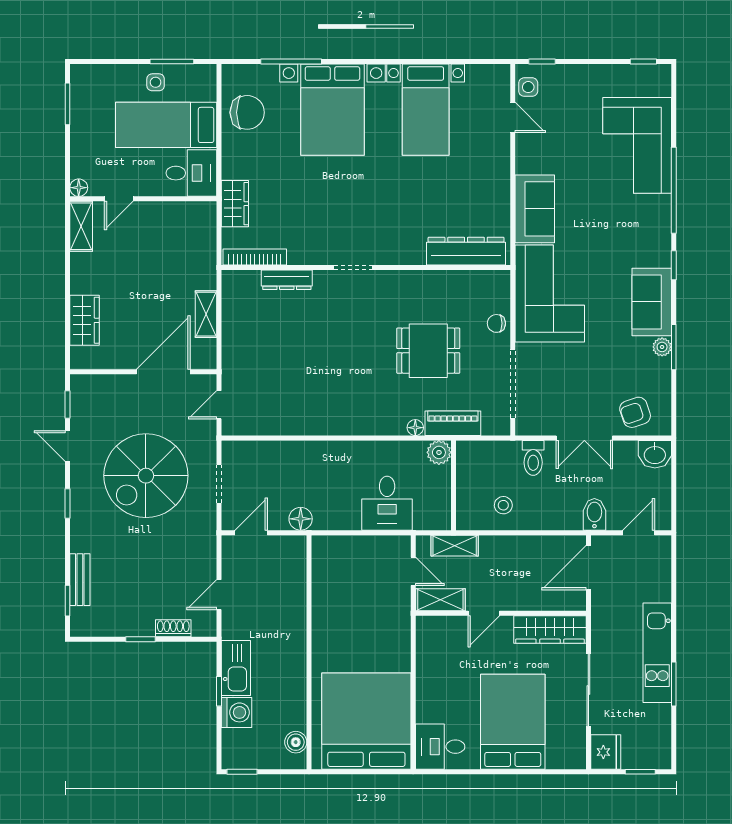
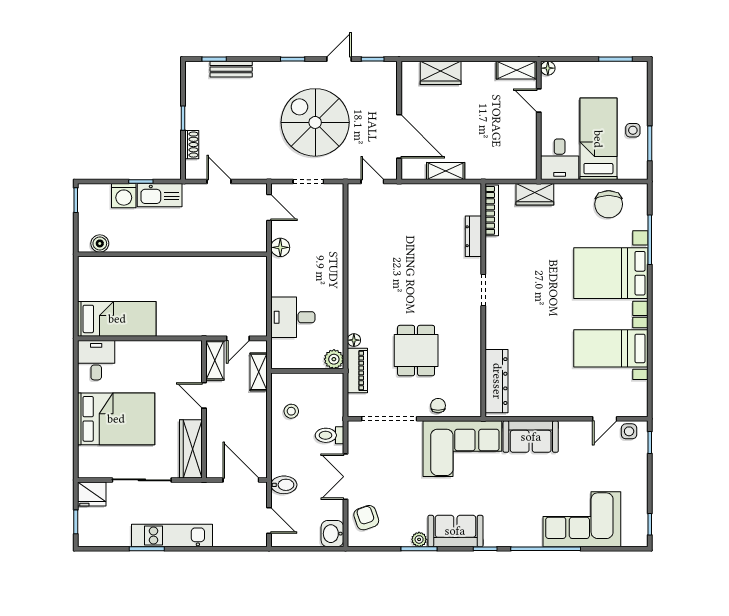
bed: (366, 721) -> (117, 319), width x0.49

